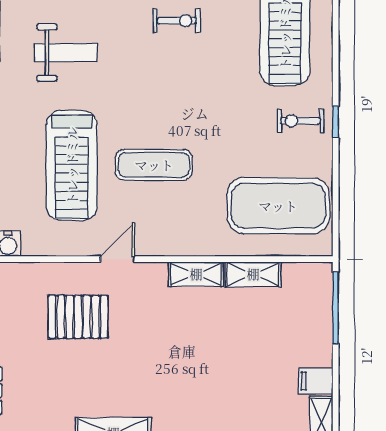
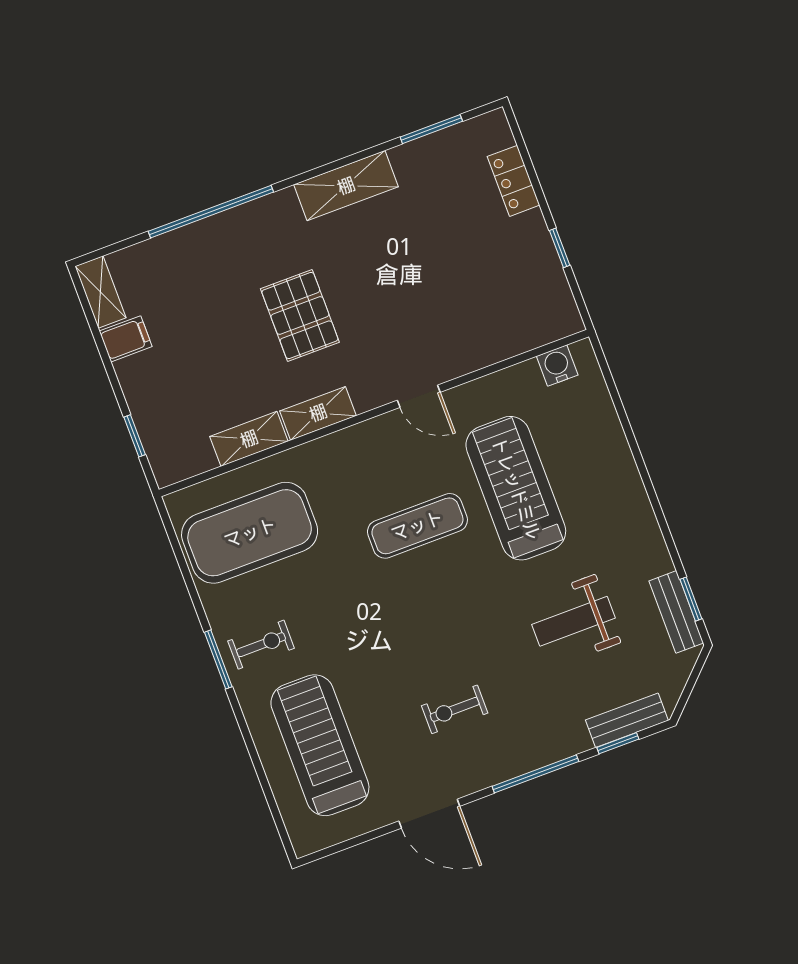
window: (336, 122) -> (218, 659), width x1.50
door: (117, 259) -> (419, 396), hinge flipped
window: (336, 308) -> (135, 436), width x0.46
pallet: (78, 317) -> (300, 315), moved, turned 90

